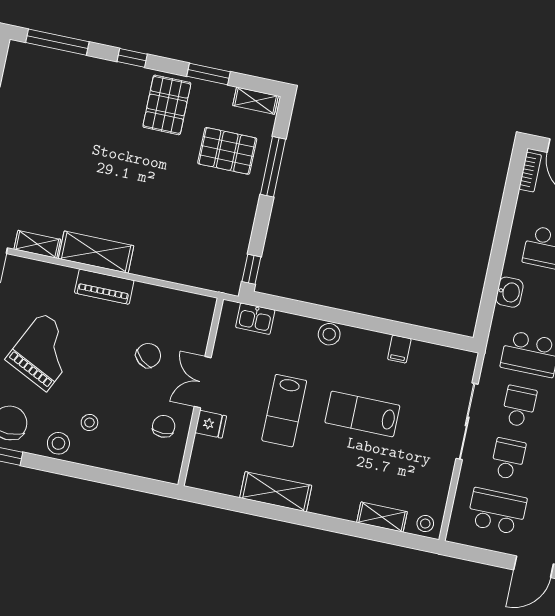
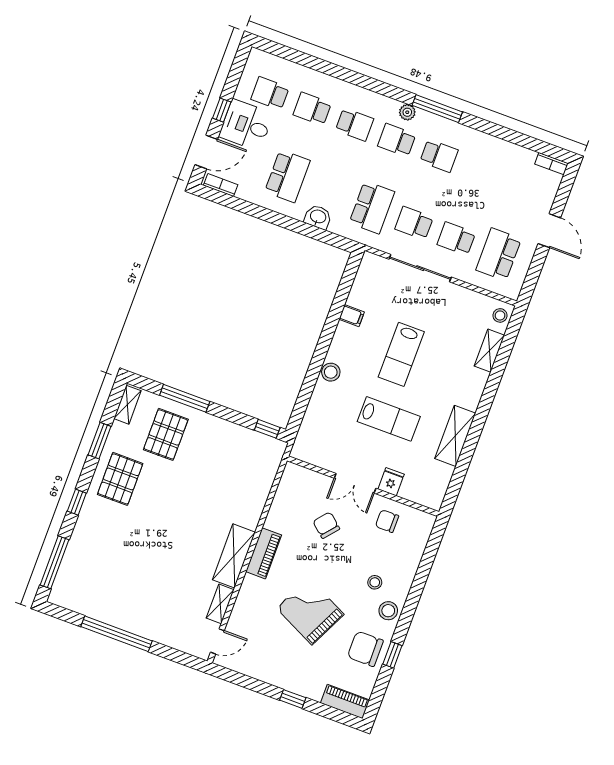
pallet: (167, 105) -> (120, 479), turned 90
kitchen sink: (255, 319) -> (309, 432), removed

